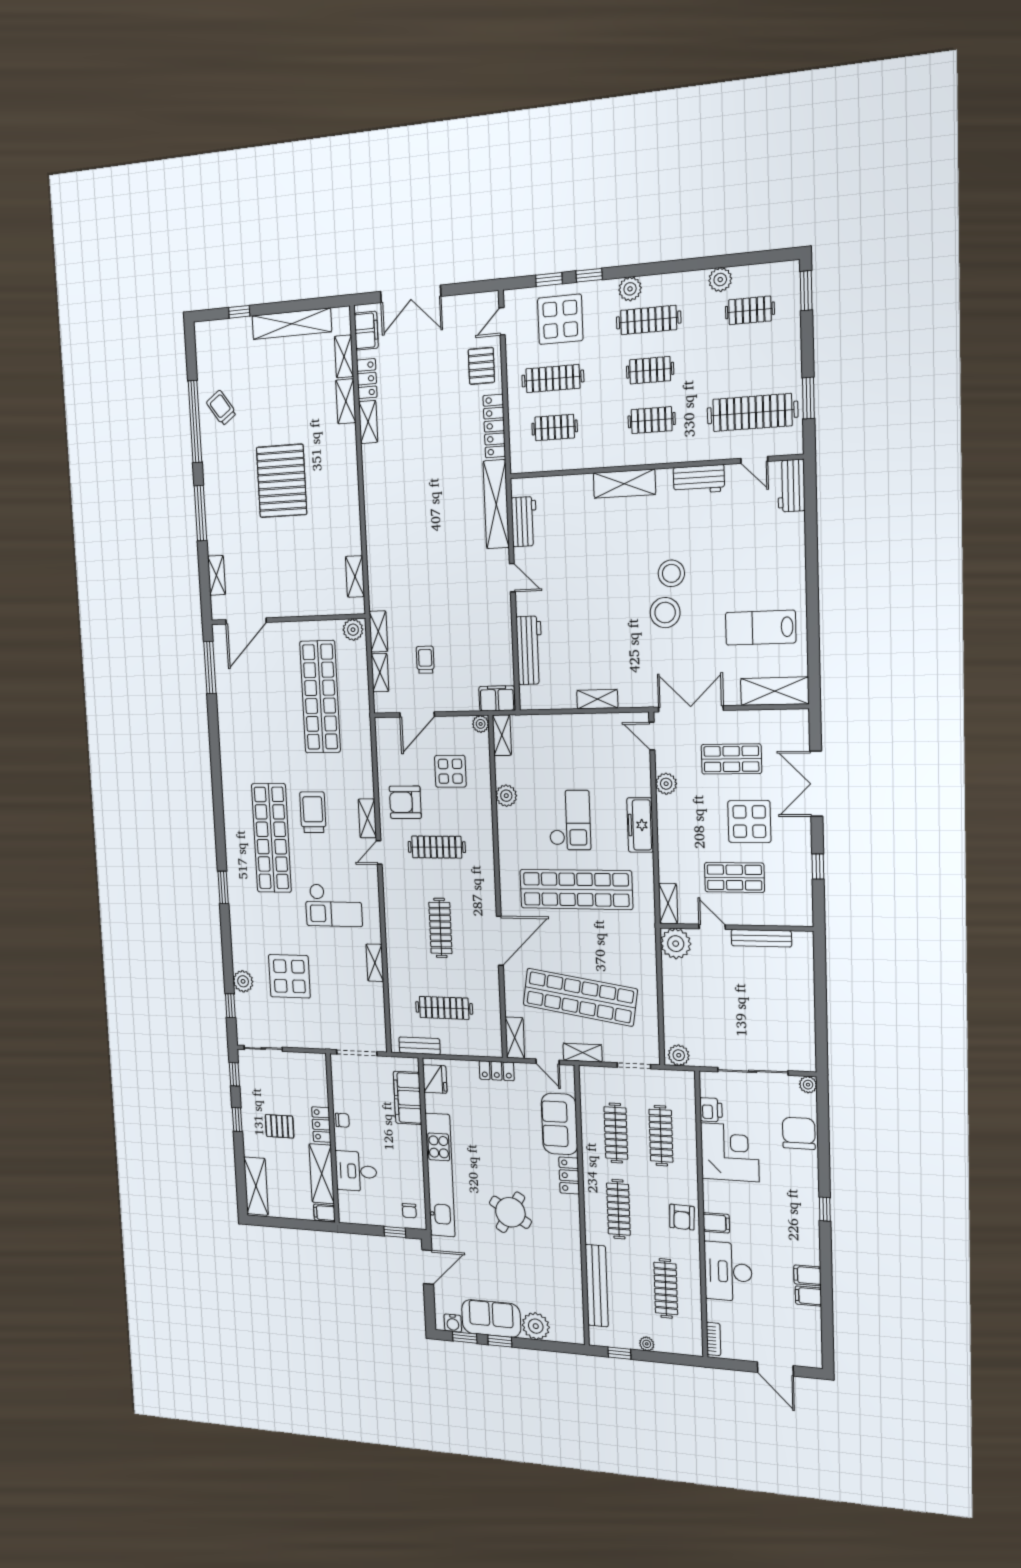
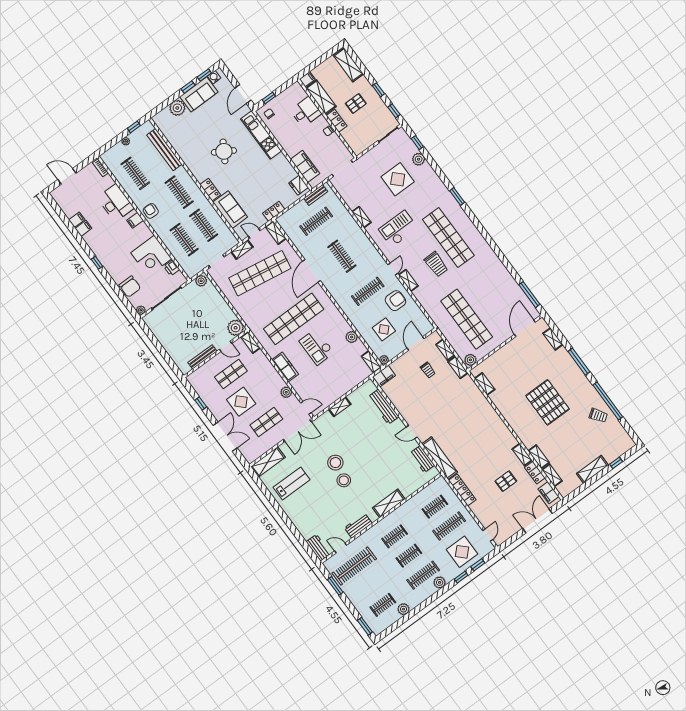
shelving: (292, 324) -> (592, 469), width x0.68
pallet: (481, 366) -> (506, 481), moved, turned 90
kitchen unit: (440, 1175) -> (261, 135), width x0.73

